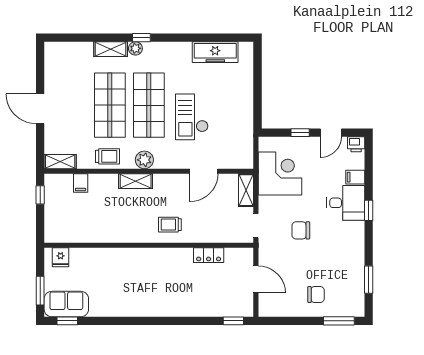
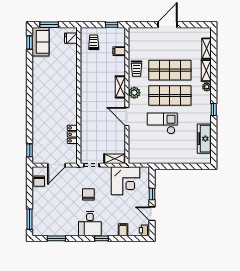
window: (141, 38) -> (214, 109), moved
shelving: (60, 162) -> (207, 48), moved
door: (204, 171) -> (127, 117), moved
desk: (346, 203) -> (90, 224), moved
trolley: (170, 225) -> (94, 42), moved
chair: (316, 295) -> (39, 181), moved

